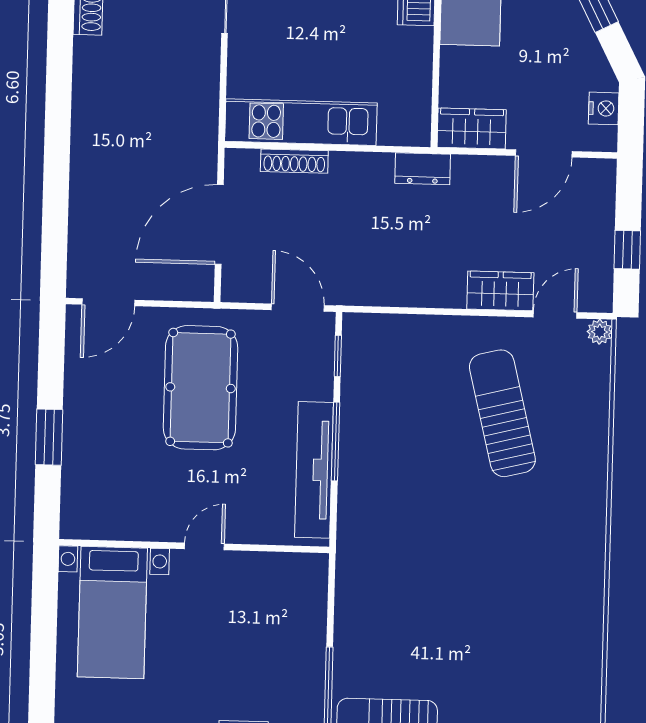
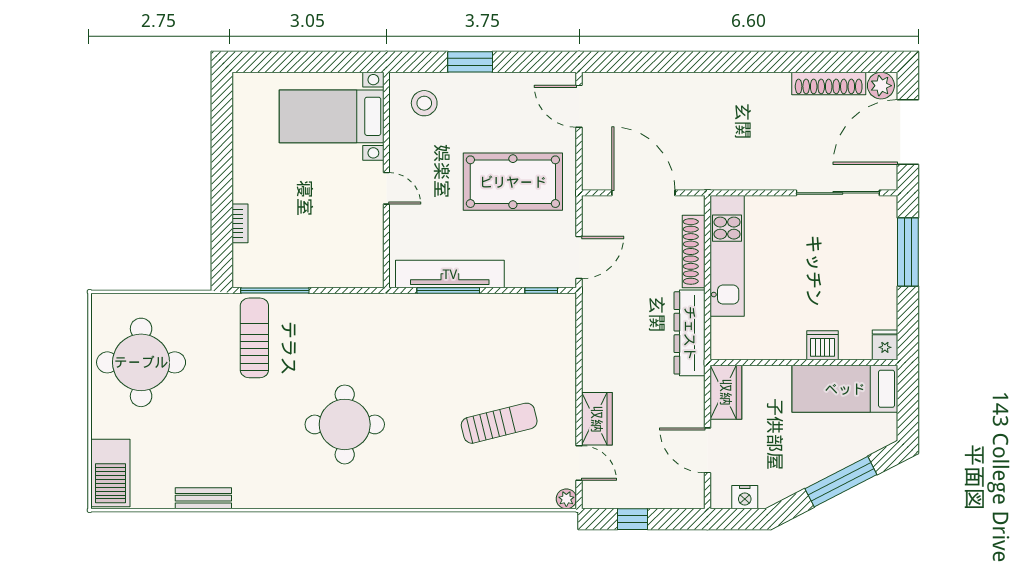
shoe rack: (294, 161) -> (694, 251), width x1.36, depth x1.24
dresser: (423, 169) -> (690, 333), width x1.96, depth x1.24
sun lounger: (502, 413) -> (499, 423), width x0.73, depth x0.75
window: (335, 442) -> (448, 291), moved
stool: (99, 496) -> (424, 103), added
round table: (499, 607) -> (345, 424), added

